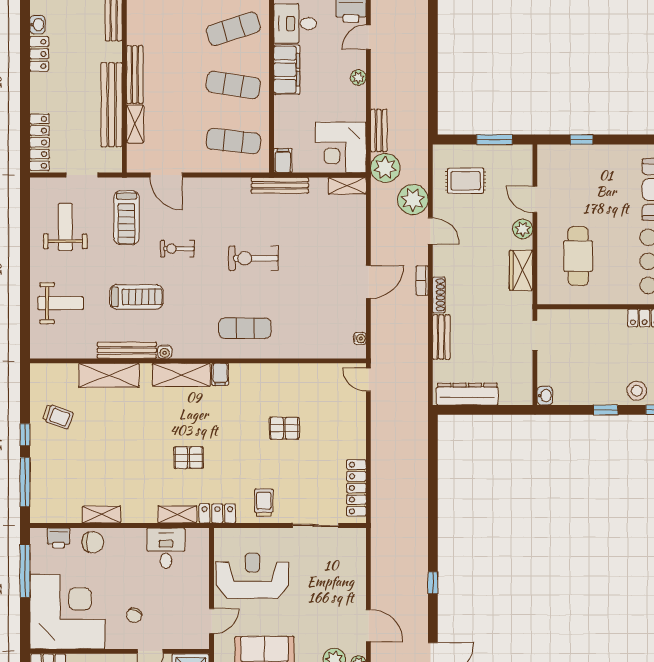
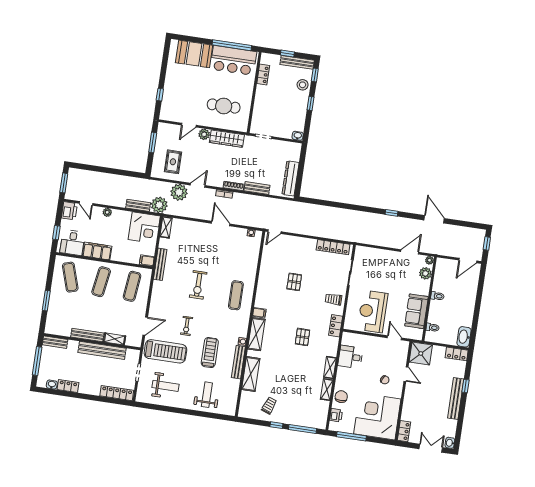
treadmill: (127, 218) -> (165, 351), width x1.37, depth x1.38
weight bench: (65, 227) -> (165, 386), turned 180
wardrobe: (521, 270) -> (227, 139), width x1.50
shelving: (177, 514) -> (330, 368), moved

